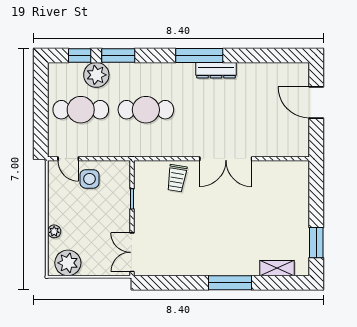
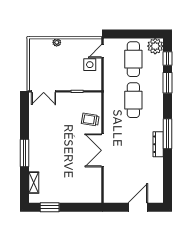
plant: (96, 75) -> (155, 46), moved
double door: (132, 252) -> (44, 91), swing flipped
plant: (68, 263) -> (37, 51), removed

